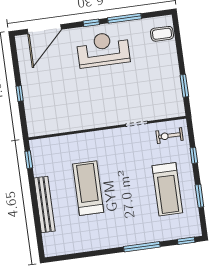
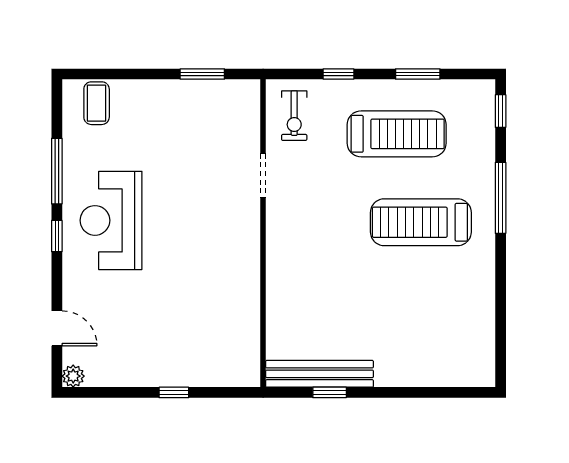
door: (44, 29) -> (57, 328), width x0.53
plant: (21, 41) -> (73, 376), added
window: (29, 160) -> (330, 392), moved
treadmill: (88, 188) -> (421, 222), moved
bench: (45, 204) -> (320, 374), moved

